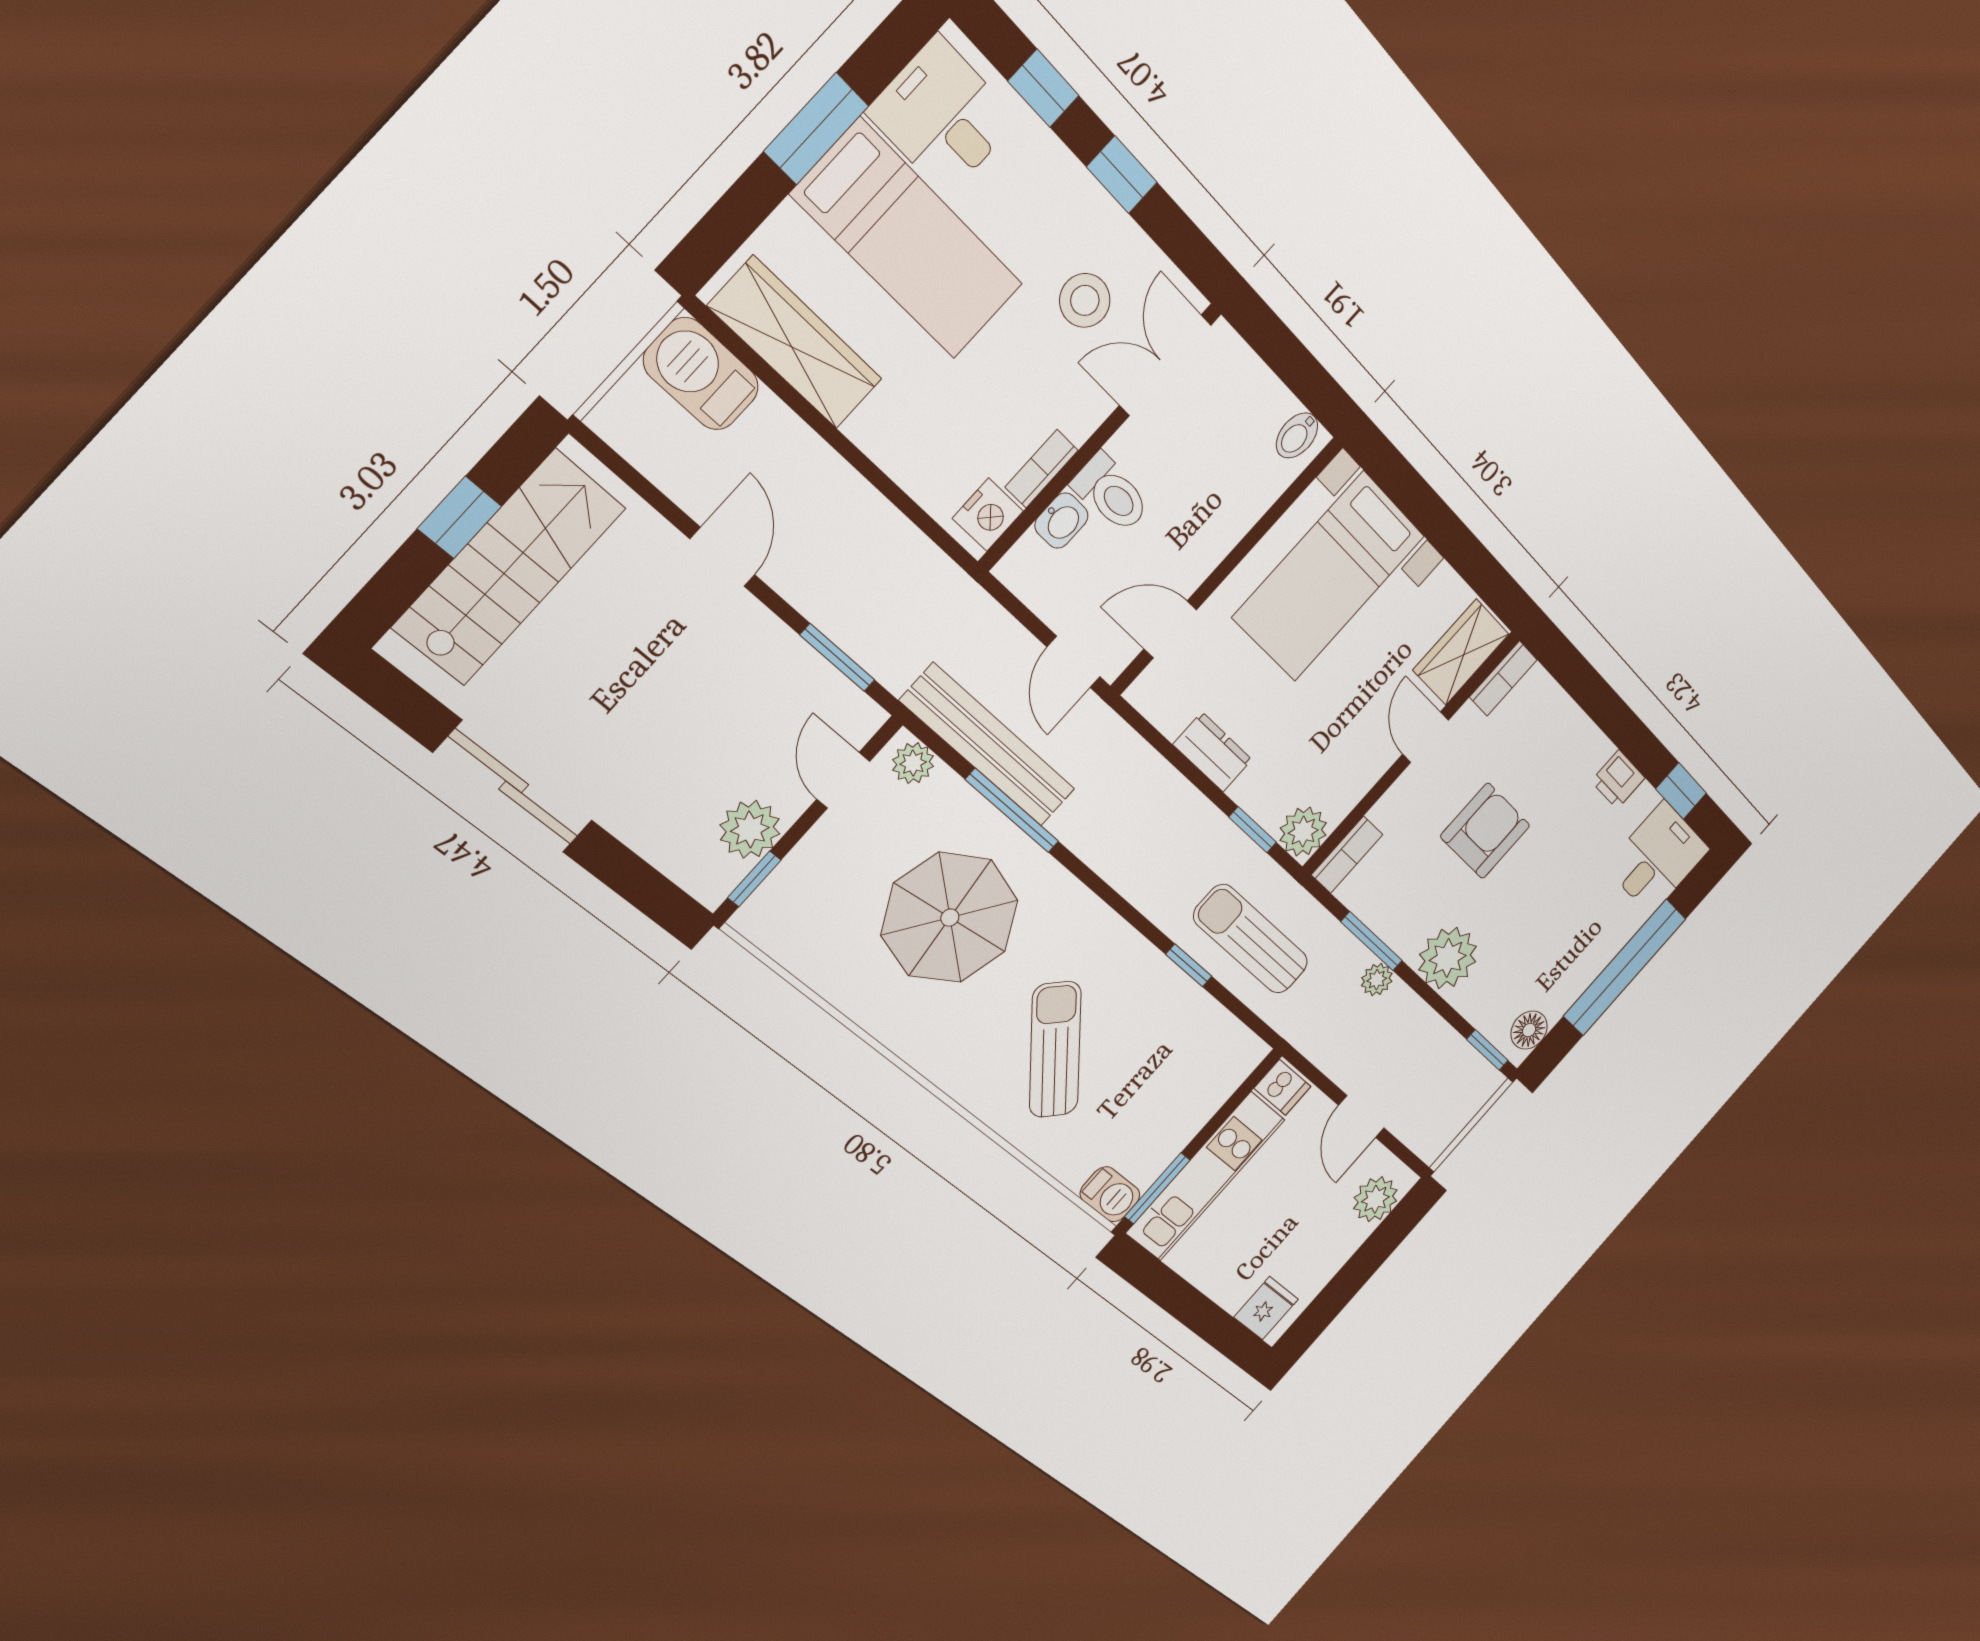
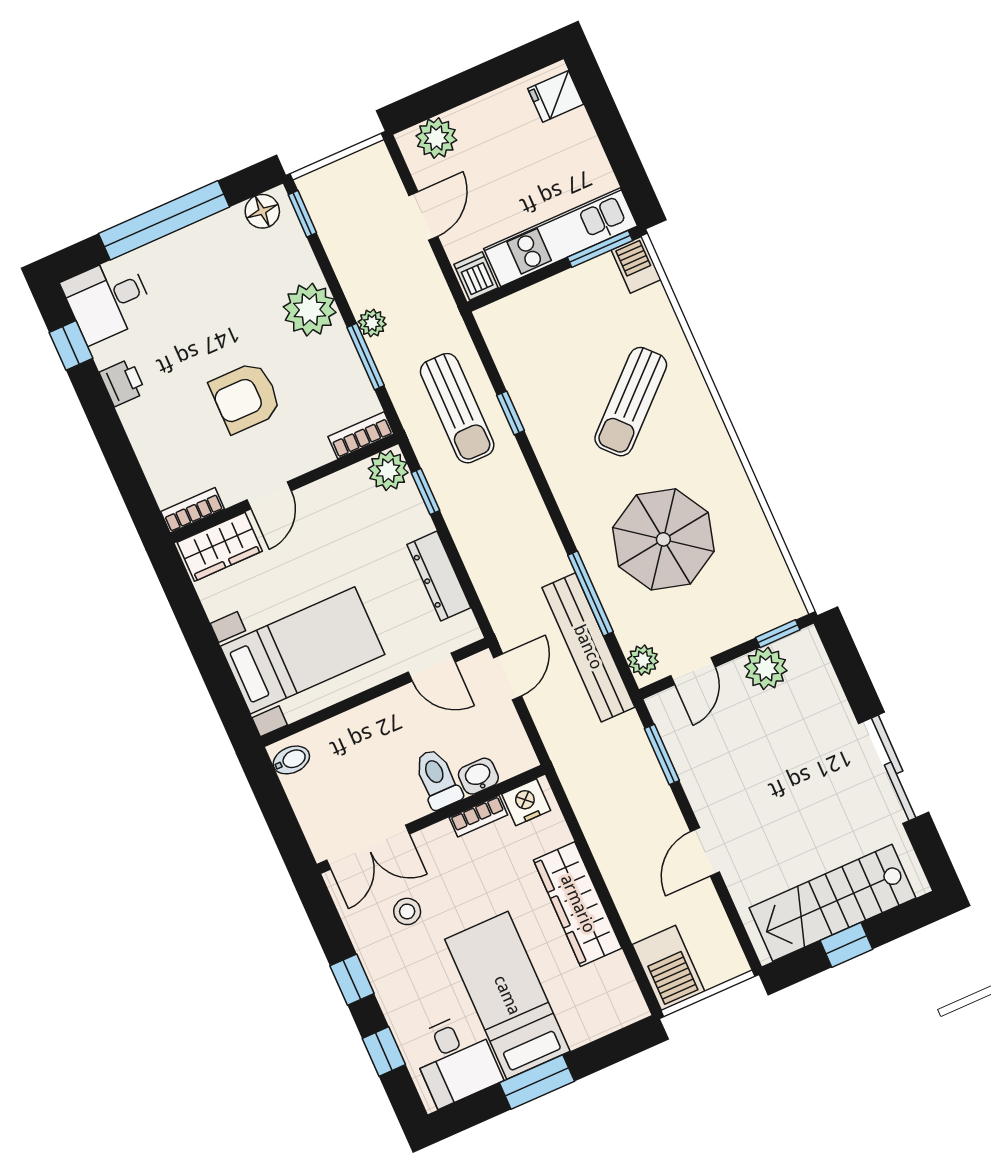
stool: (1085, 300) -> (407, 911), width x0.73, depth x0.73
wardrobe: (796, 343) -> (578, 904), moved
dresser: (1213, 752) -> (439, 576), width x1.44

